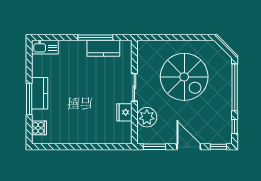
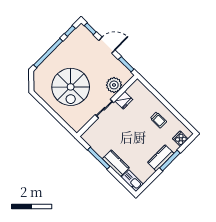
kitchen counter: (103, 48) -> (116, 163), moved
spiral stairs: (184, 77) -> (71, 87), turned 180
trolley: (76, 125) -> (158, 120), added
door: (189, 147) -> (107, 45), swing flipped

